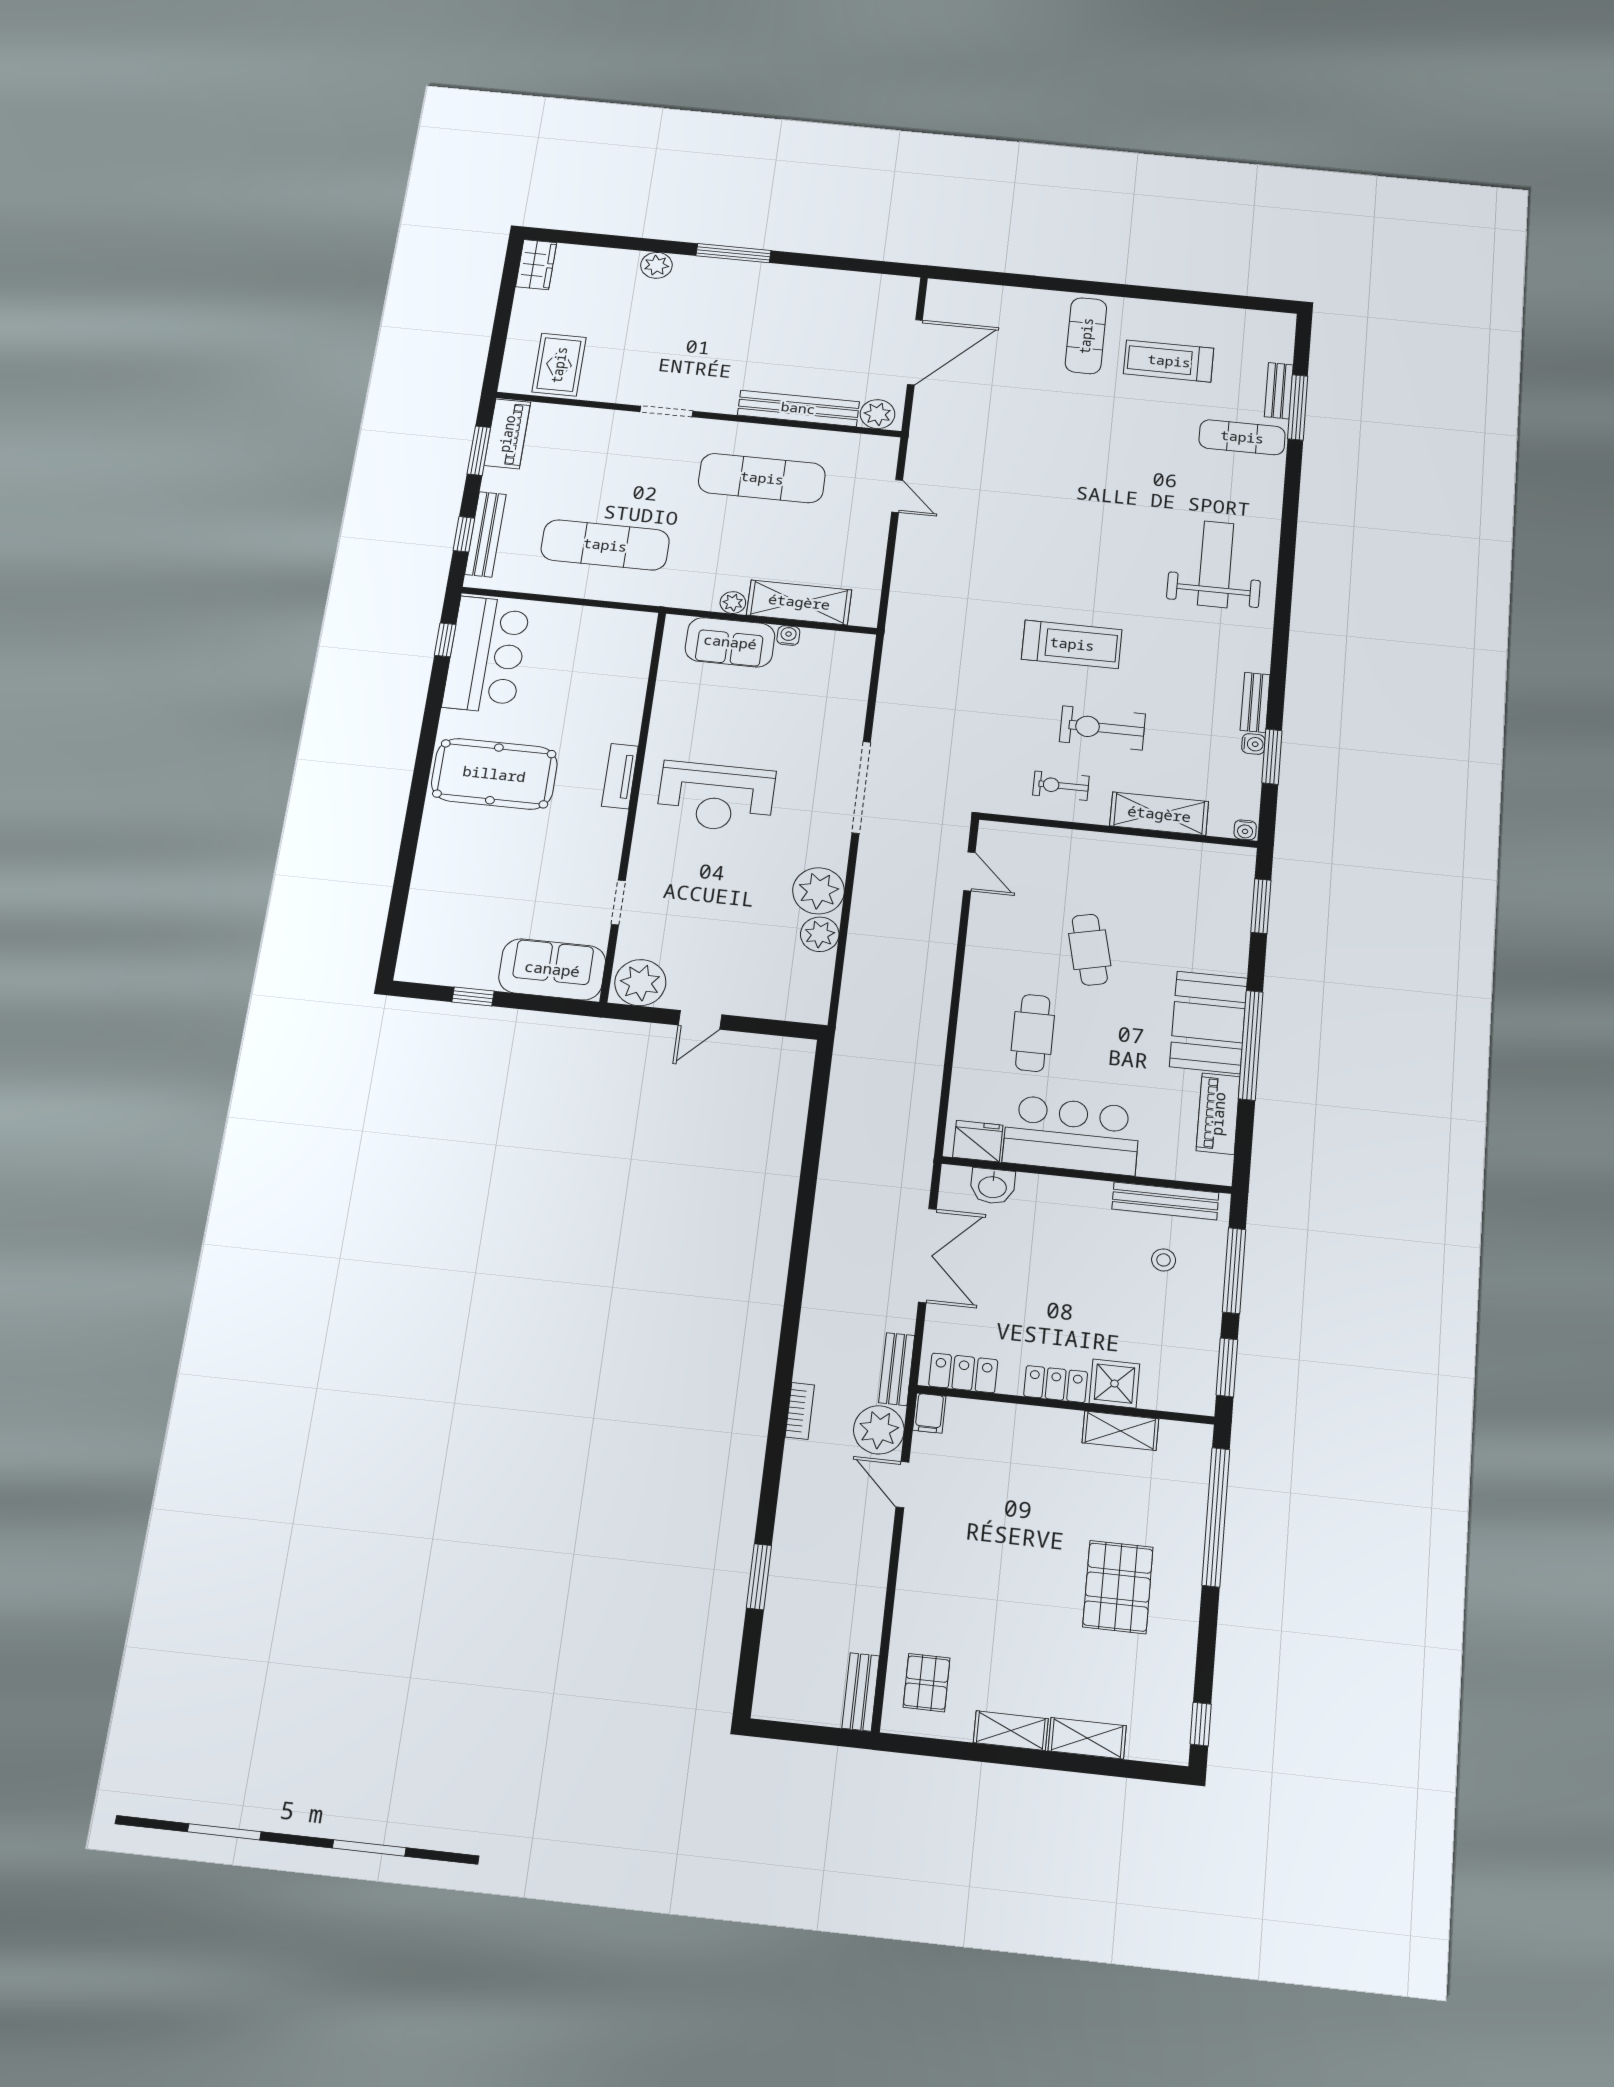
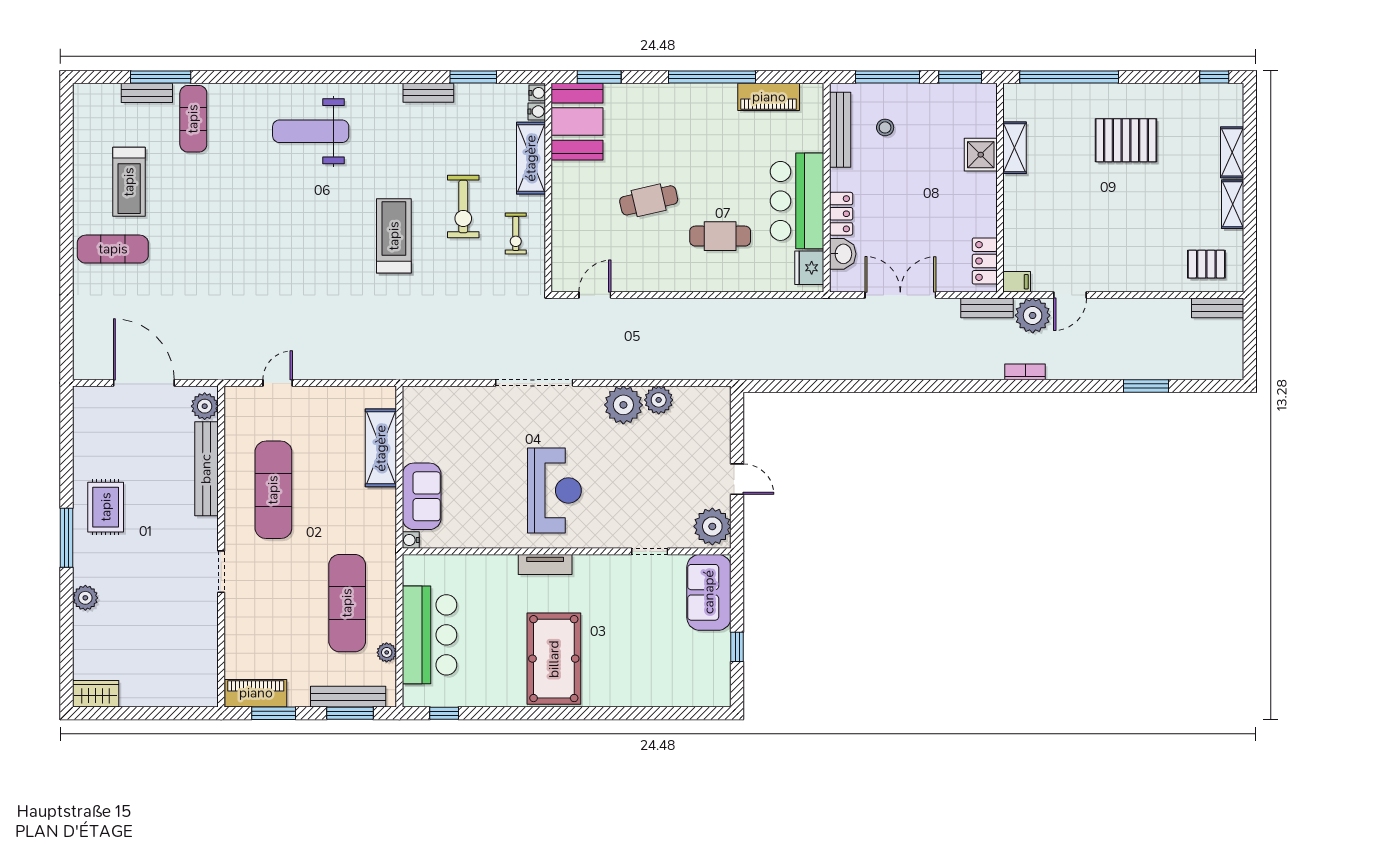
rug: (559, 365) -> (106, 507), moved, turned 90
window: (464, 534) -> (350, 713), width x1.50
plant: (733, 603) -> (387, 652), moved
water cooler: (788, 636) -> (411, 540), moved
bar counter: (486, 655) -> (430, 635), moved, turned 90
water cooler: (1253, 744) -> (537, 112), moved, turned 90
booth: (1208, 1022) -> (577, 122), moved, turned 90
locker: (1056, 1384) -> (841, 214), moved, turned 180

